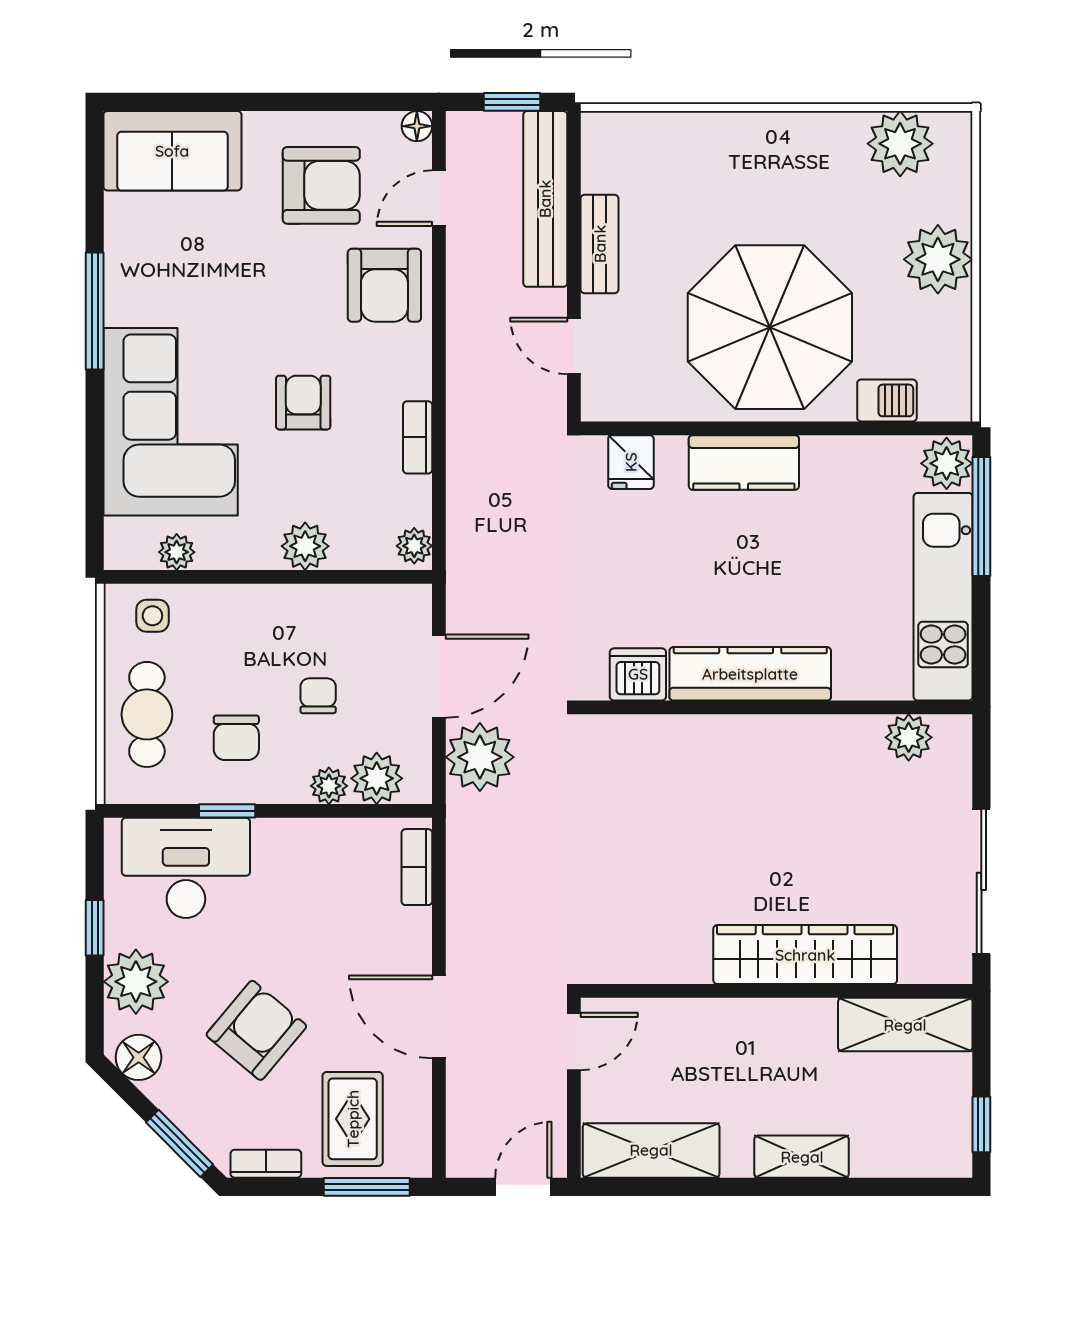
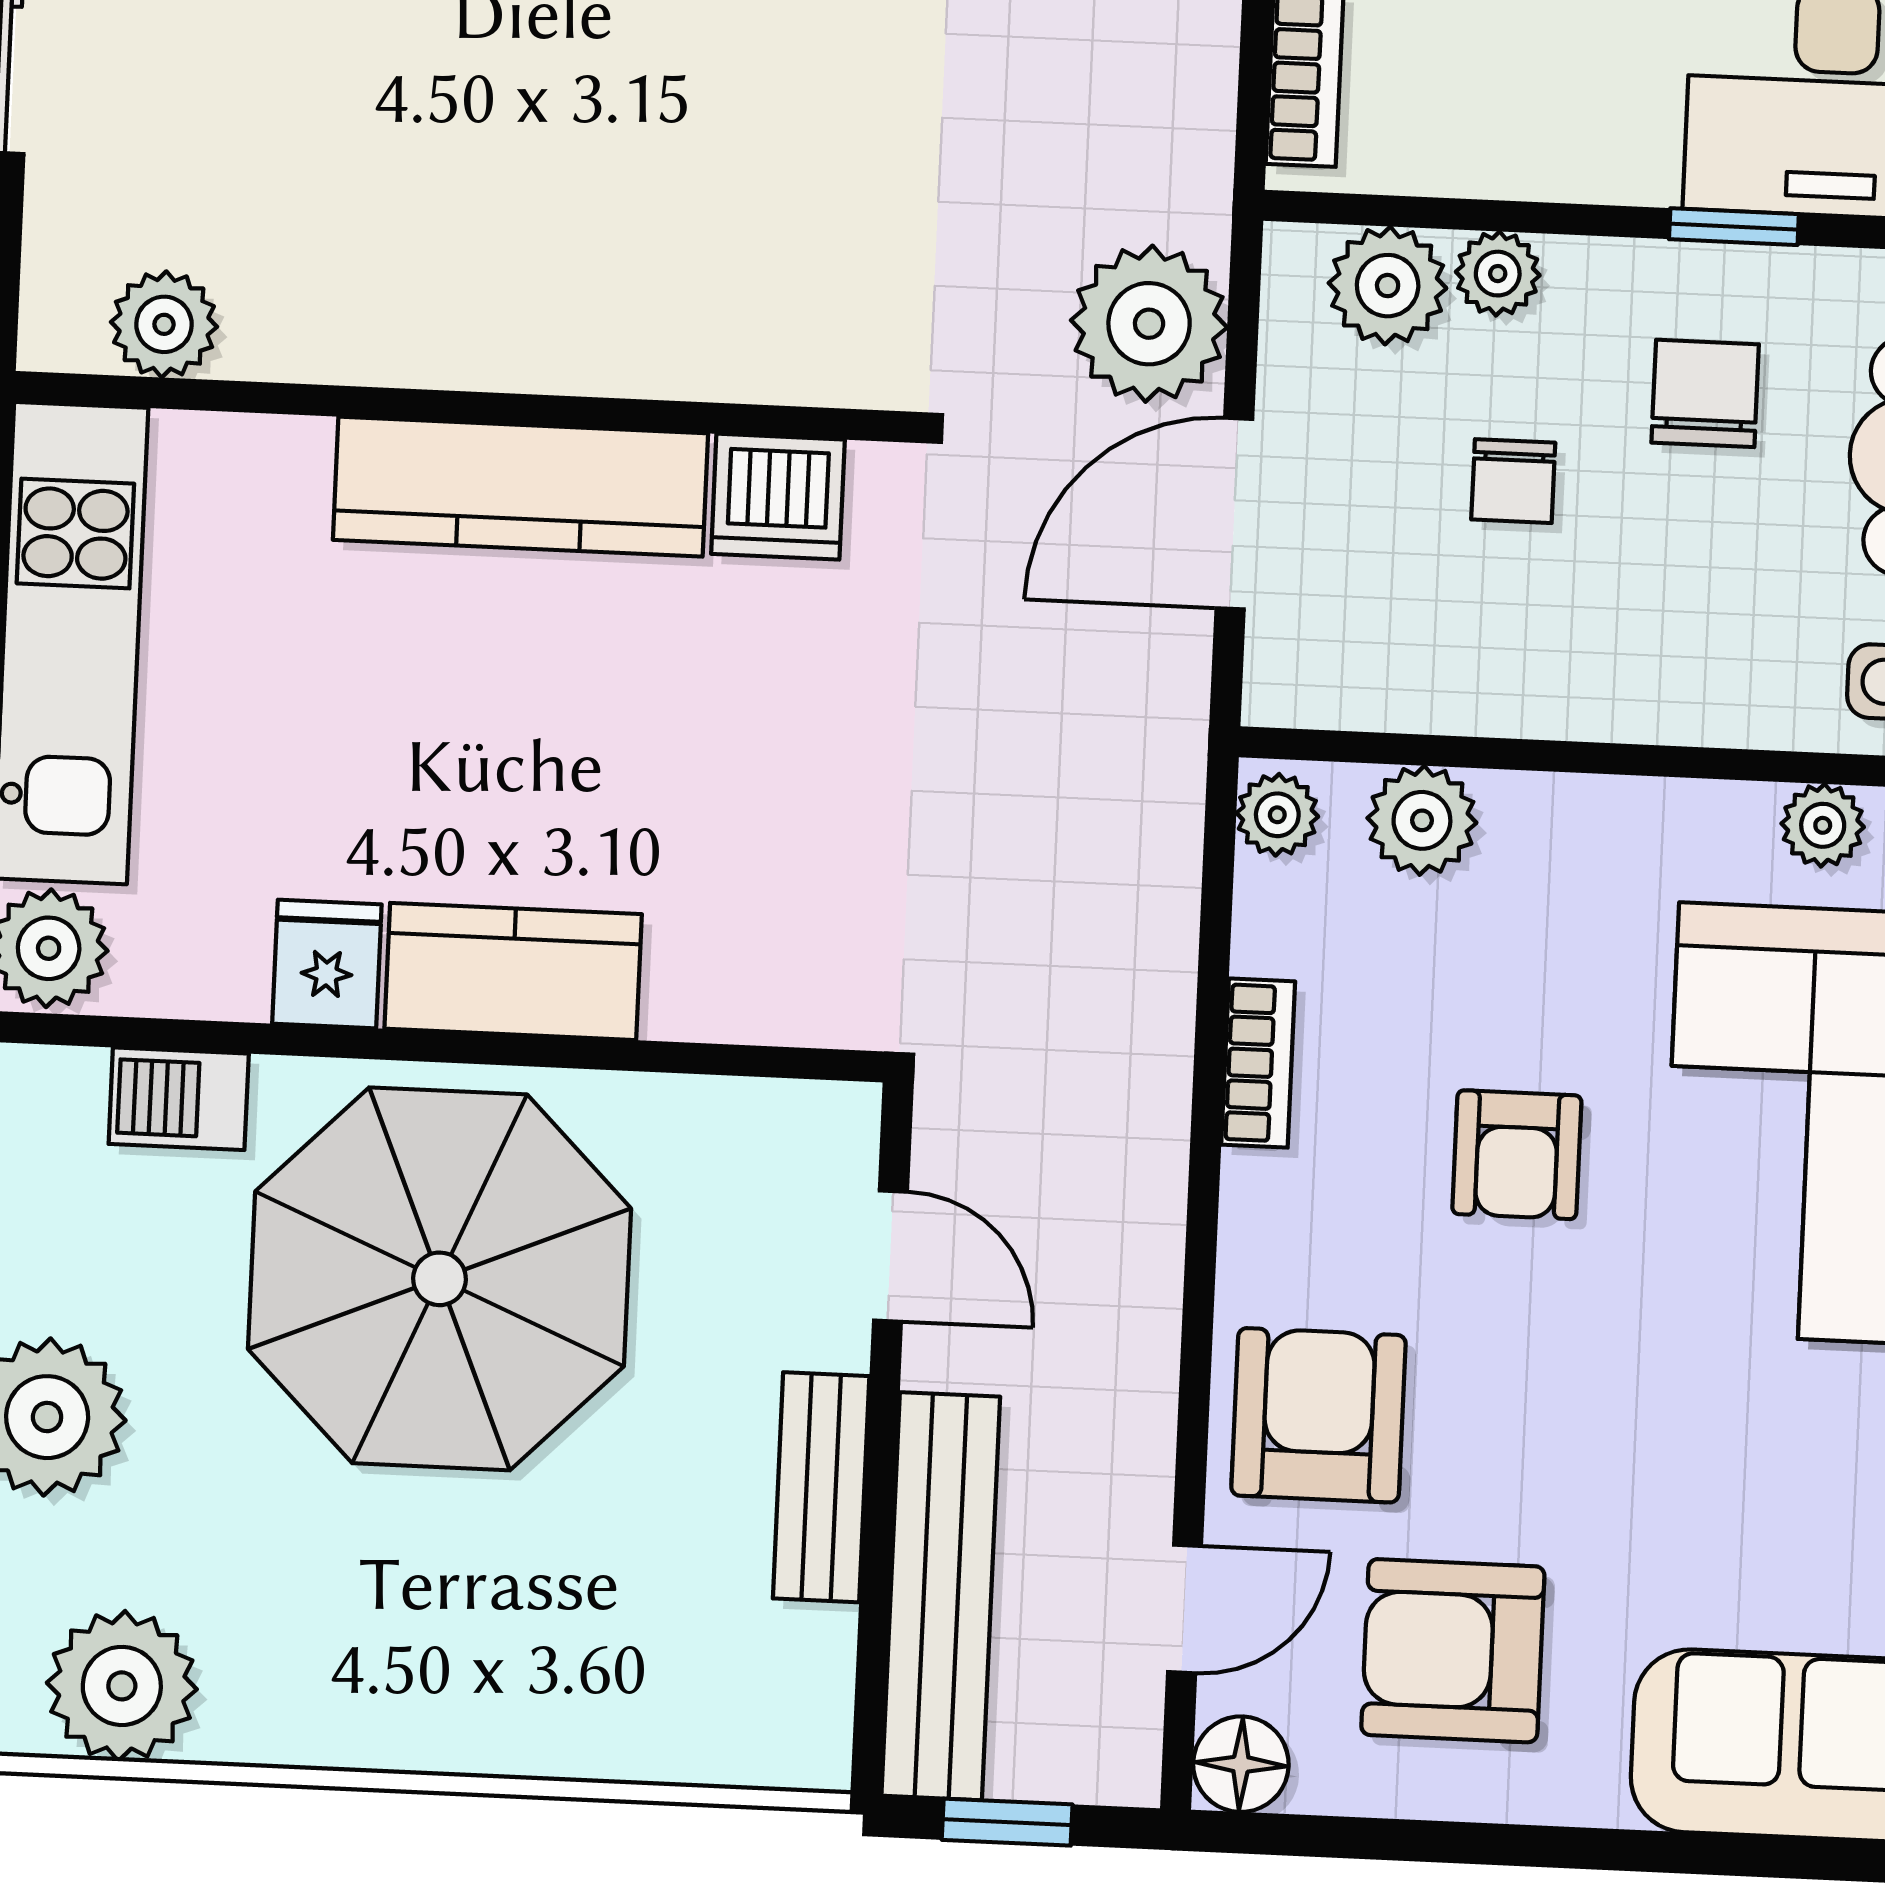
floor lamp: (417, 126) -> (1241, 1764), width x1.37, depth x1.37
fridge: (631, 462) -> (327, 964), moved
plant: (305, 546) -> (1422, 820), moved

